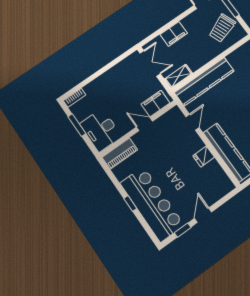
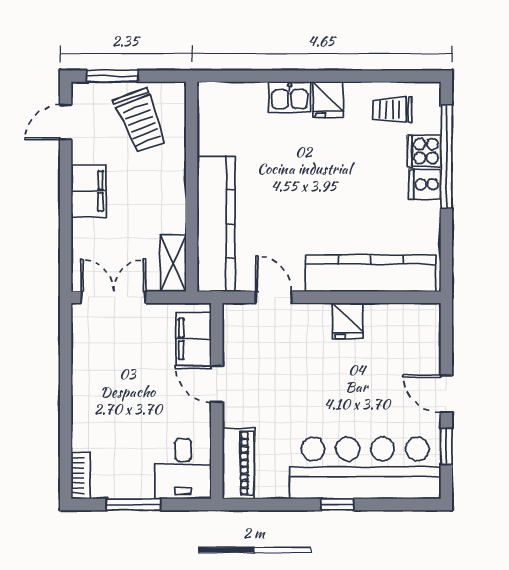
filing cabinet: (174, 34) -> (88, 191), moved
door: (145, 124) -> (217, 384), hinge flipped
desk: (101, 130) -> (183, 469), width x0.73

